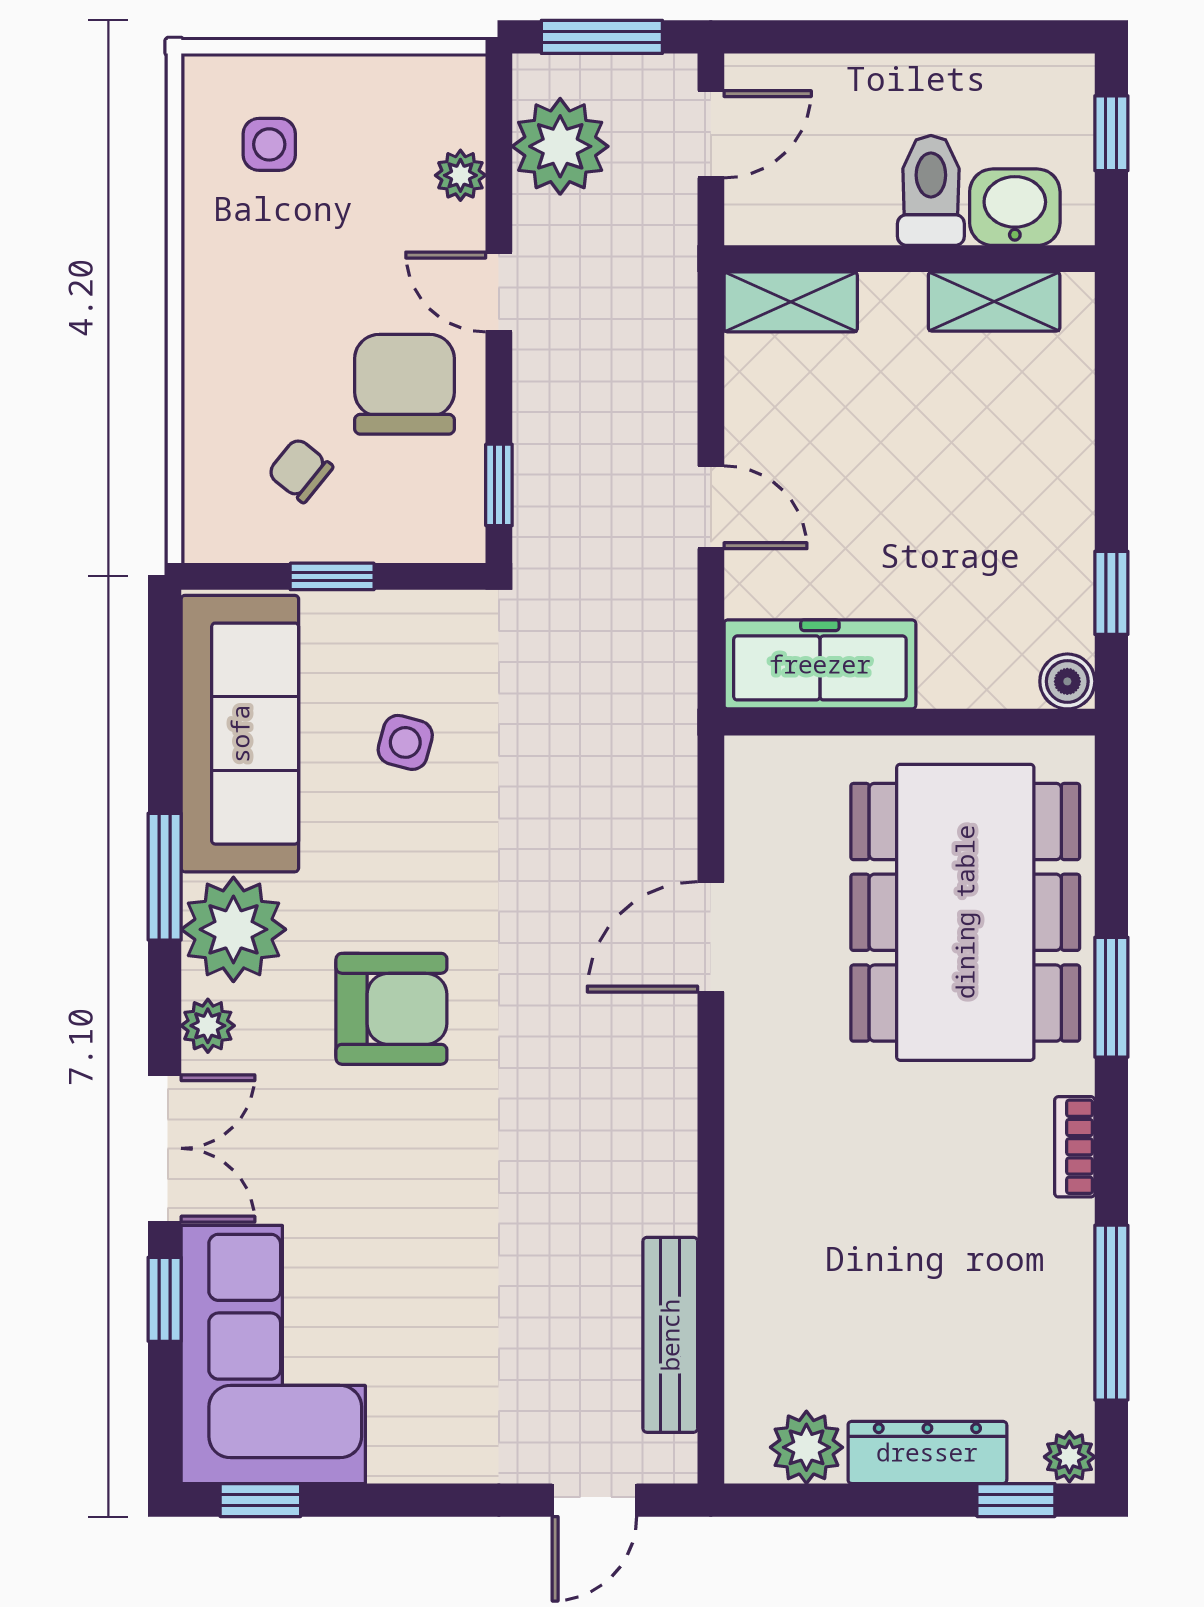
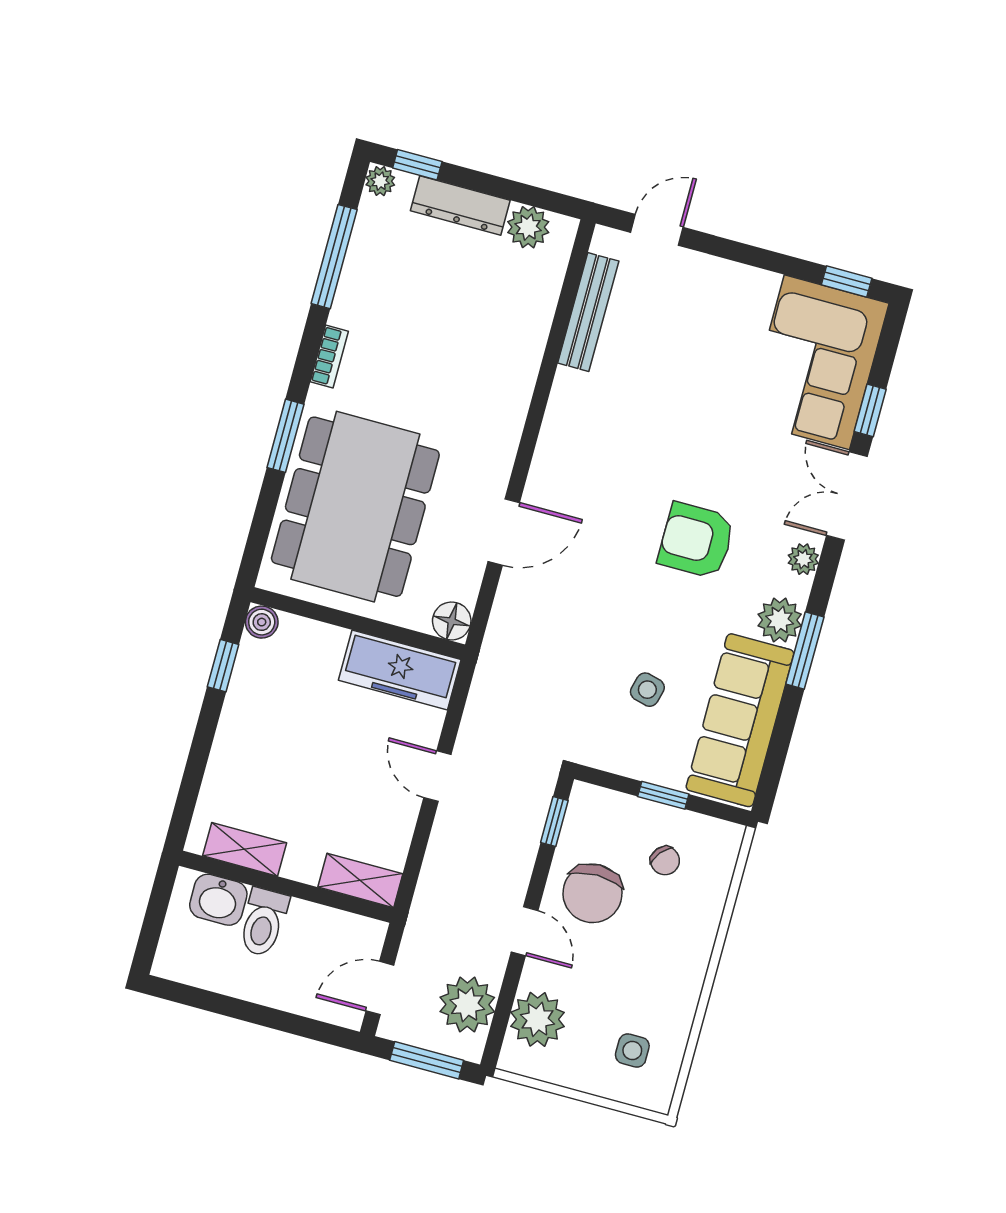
window: (1111, 133) -> (152, 927), removed
plant: (460, 175) -> (538, 1019), width x1.88, depth x1.88
floor lamp: (756, 768) -> (452, 621), added
plant: (233, 929) -> (780, 620), width x0.73, depth x0.73

